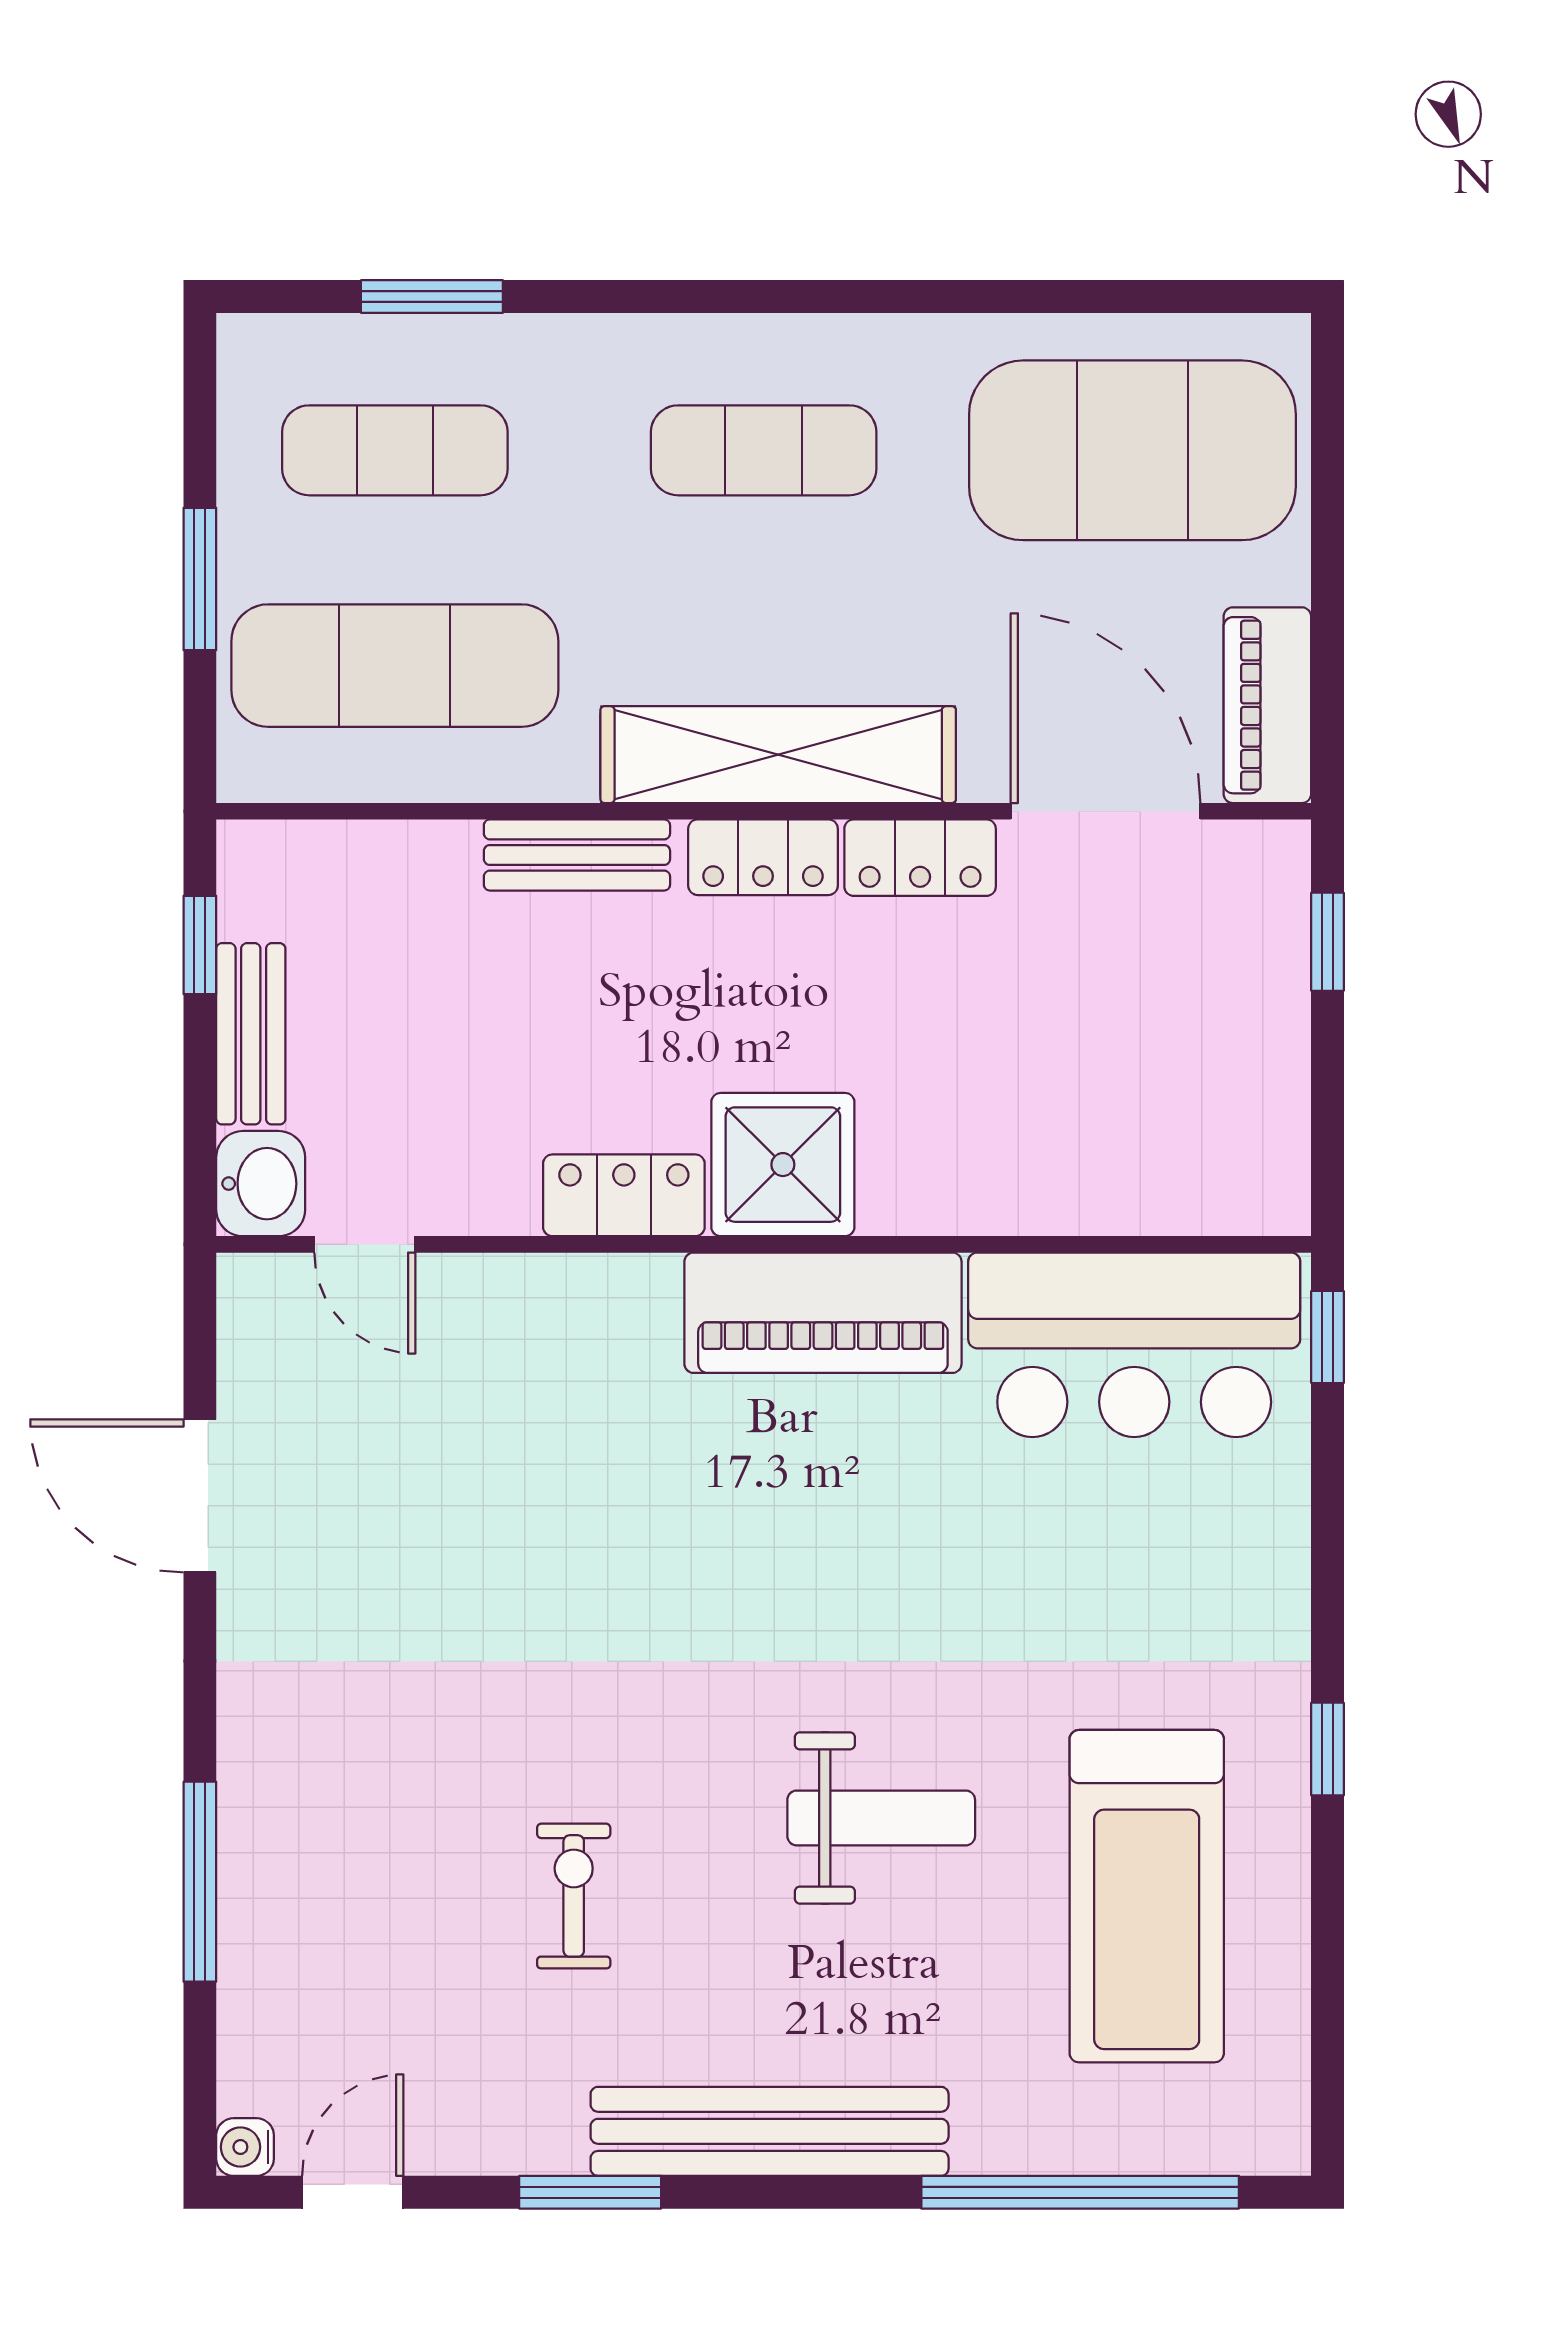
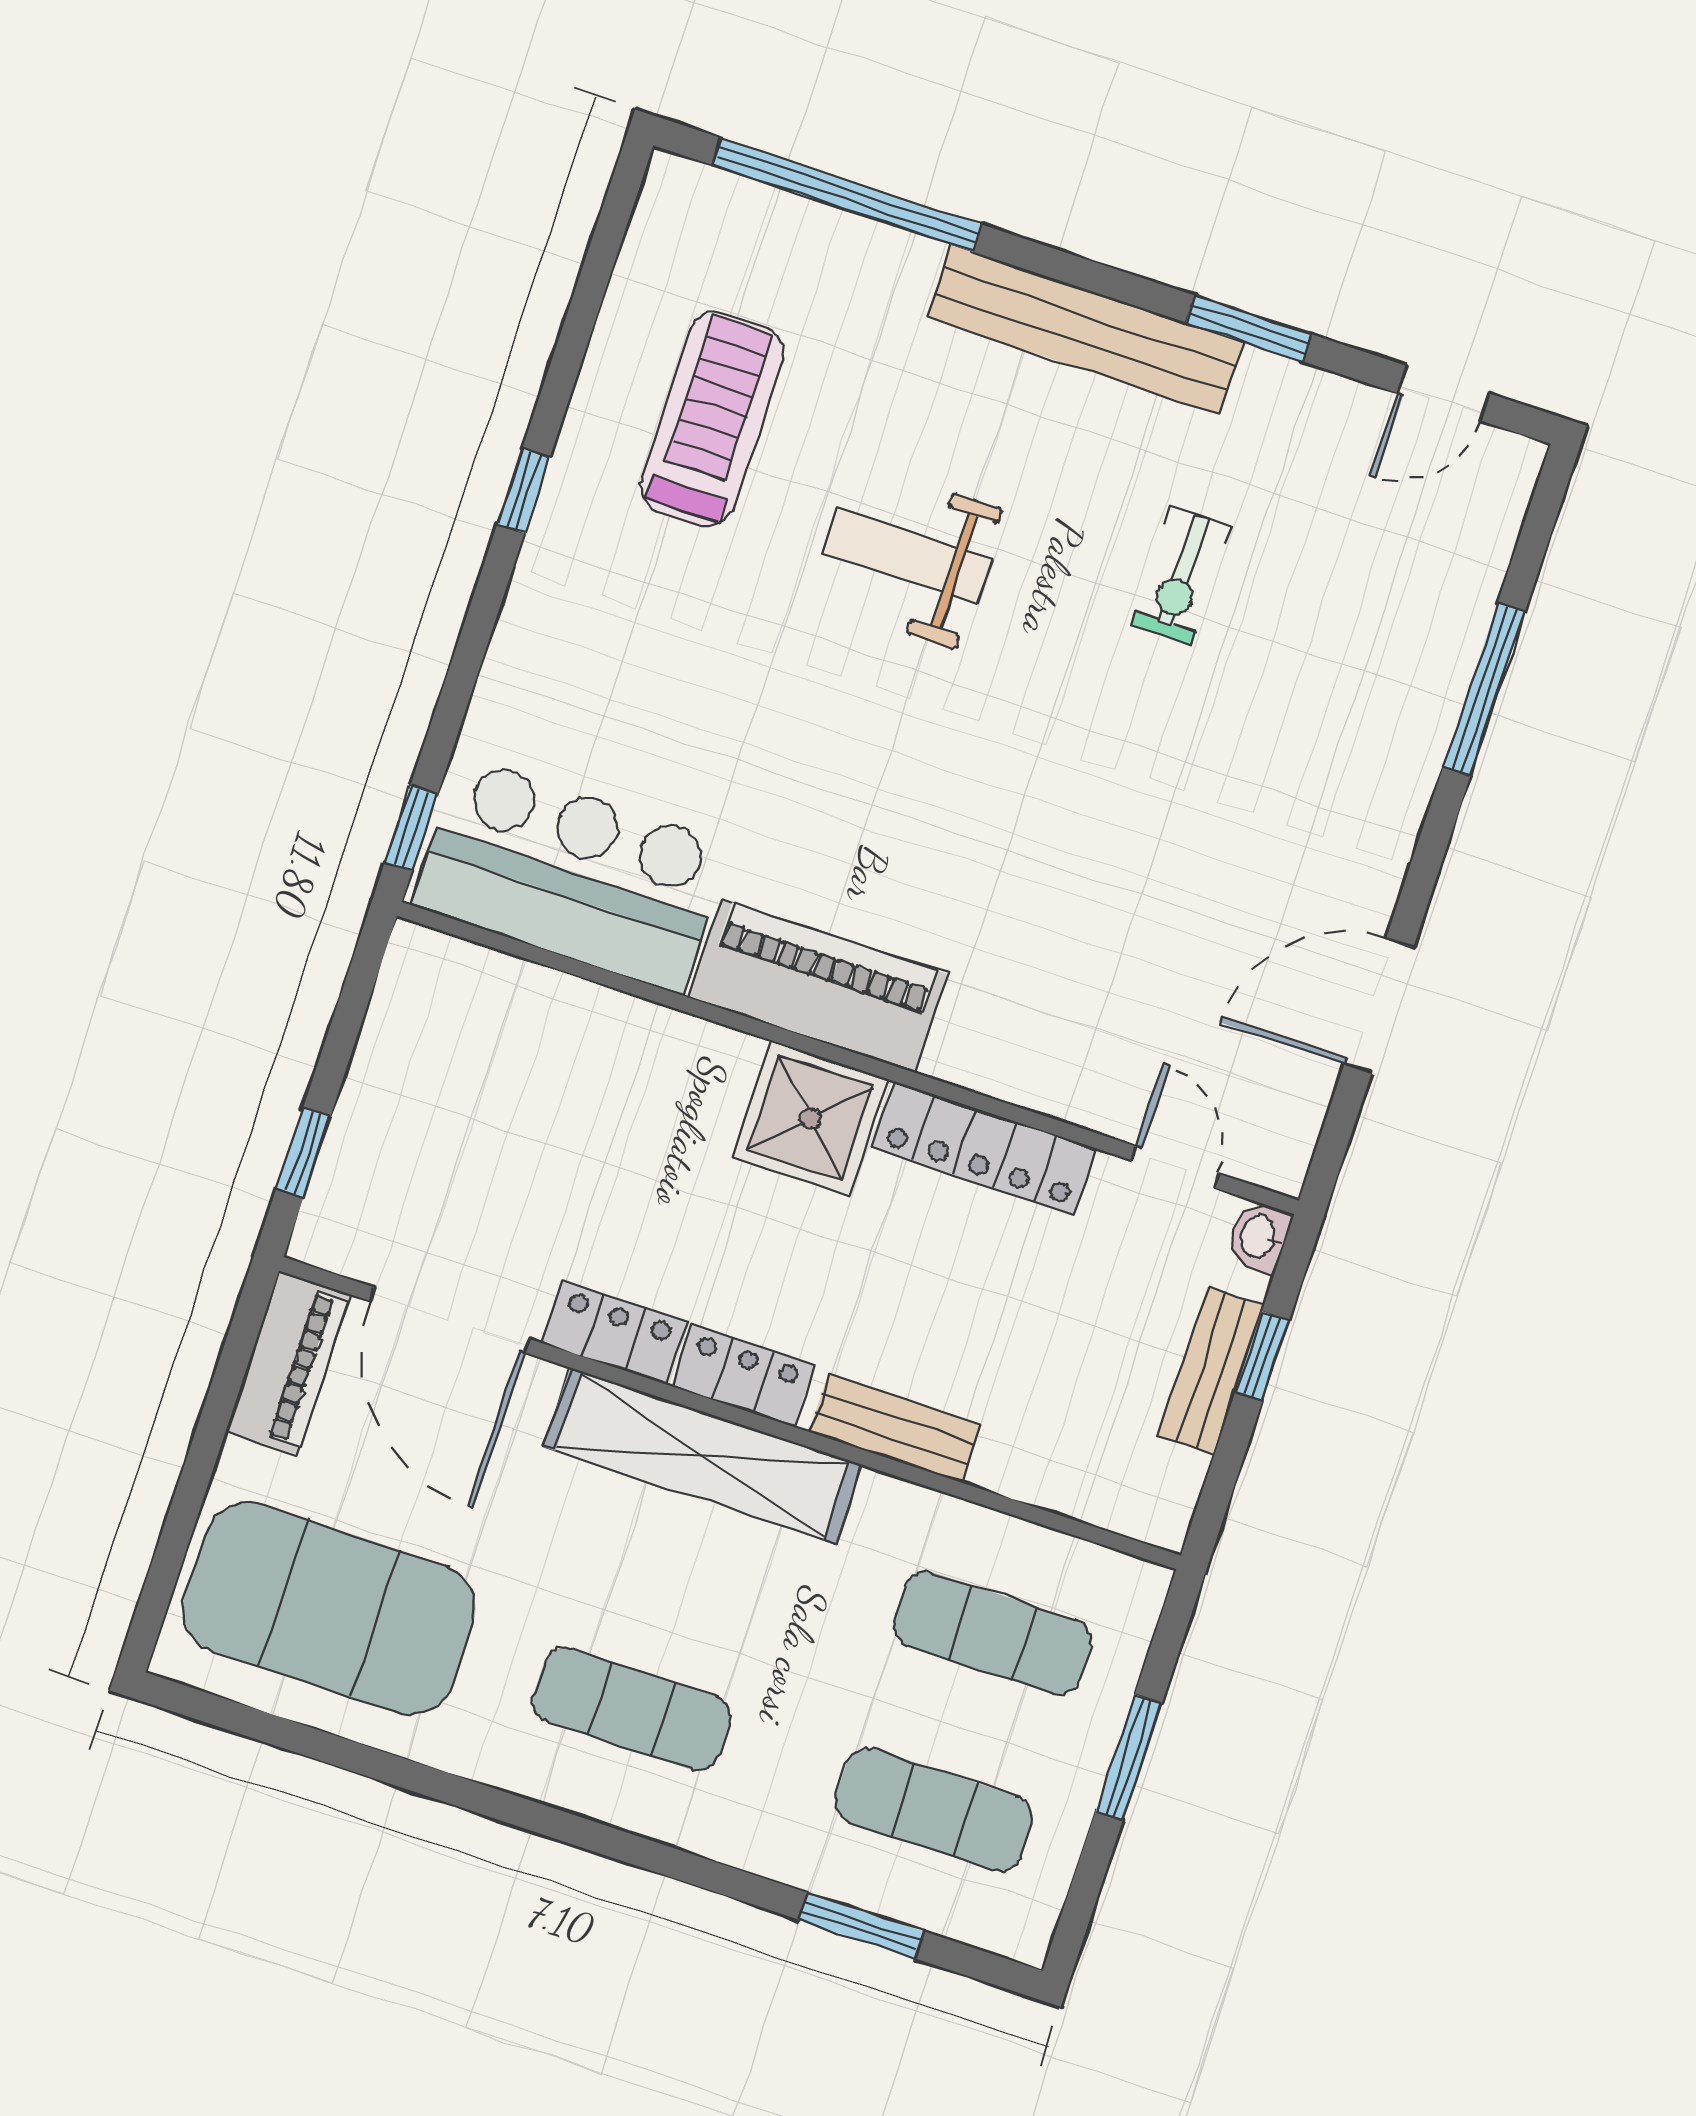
exercise mat: (395, 666) -> (993, 1633), width x0.73, depth x0.69
window: (200, 945) -> (1262, 1356), moved
washbasin: (261, 1184) -> (1259, 1237), width x0.72, depth x0.69
locker: (624, 1195) -> (984, 1148), width x1.53
door: (200, 1496) -> (1379, 1006), swing flipped
treadmill: (1147, 1896) -> (712, 419), width x0.73, depth x0.73
water cooler: (245, 2147) -> (1519, 460), removed

